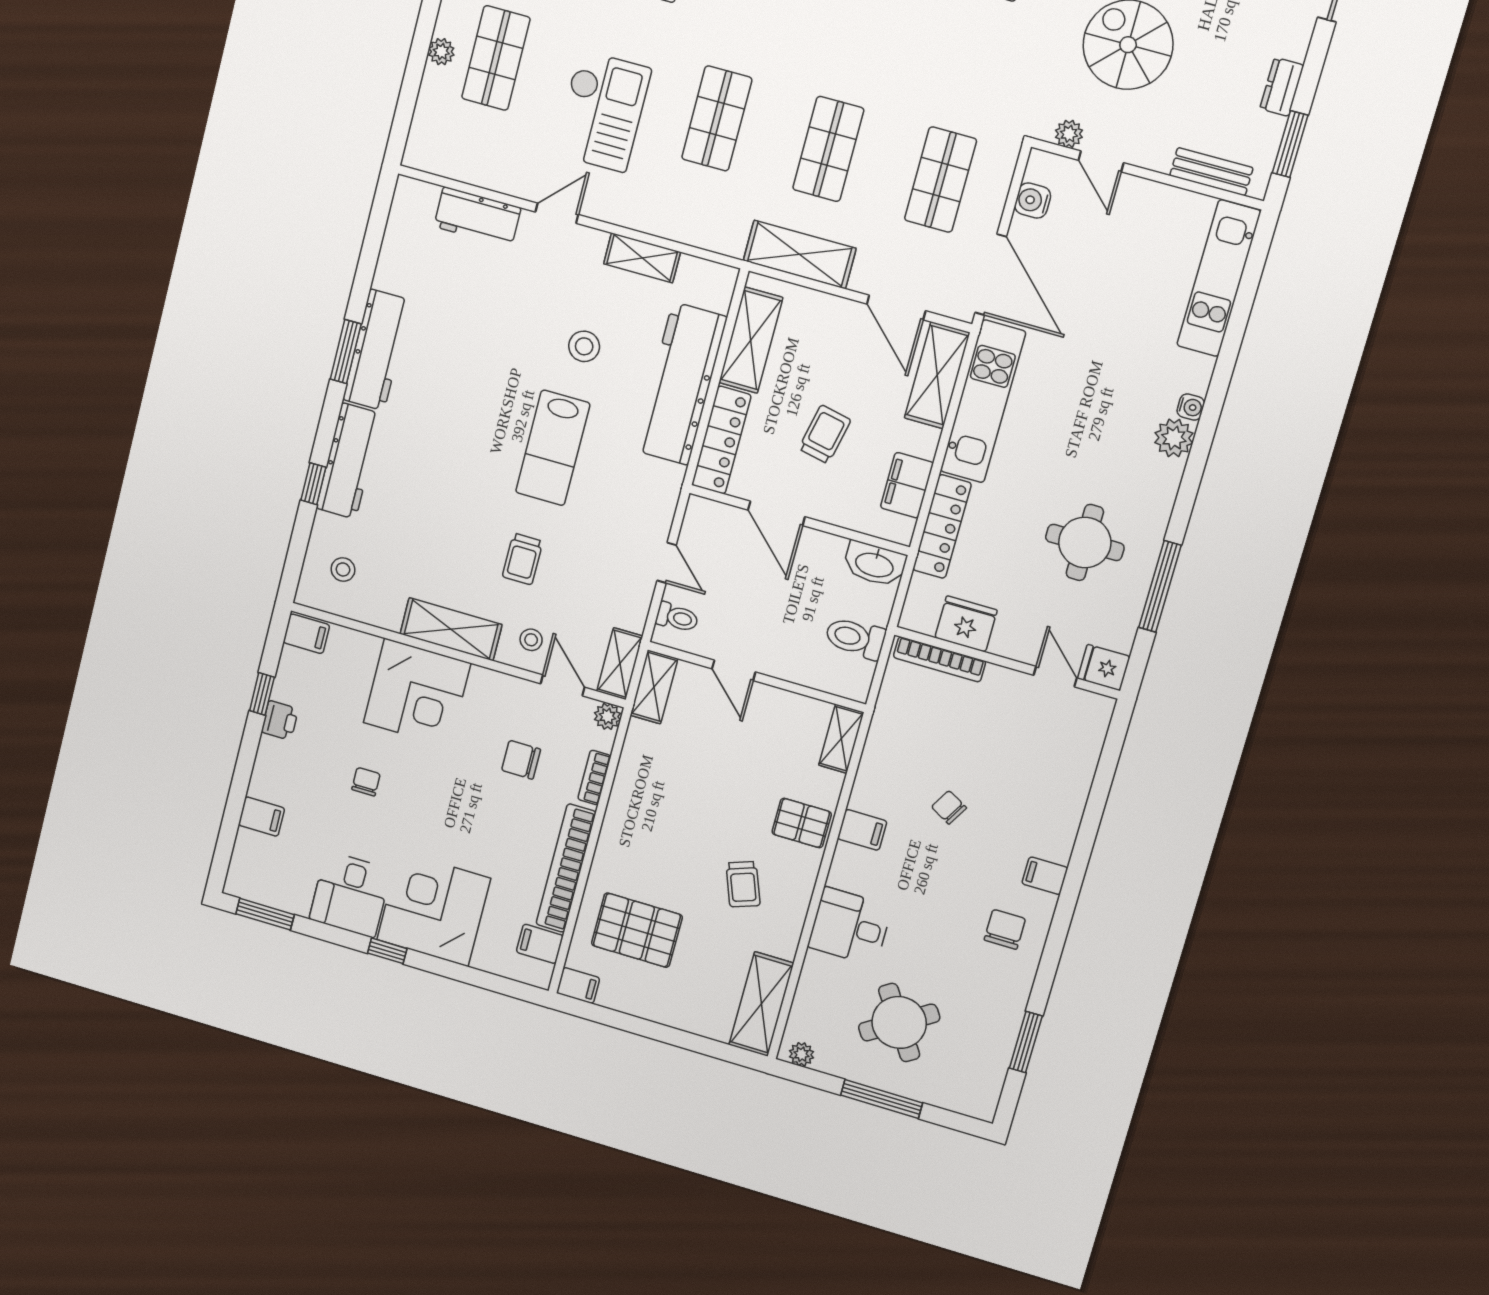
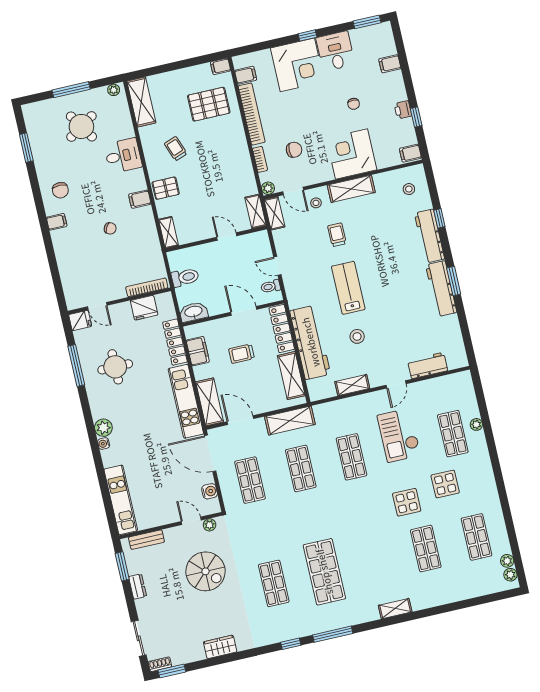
trolley: (825, 434) -> (242, 354), turned 78
toilet: (677, 617) -> (271, 286), moved

